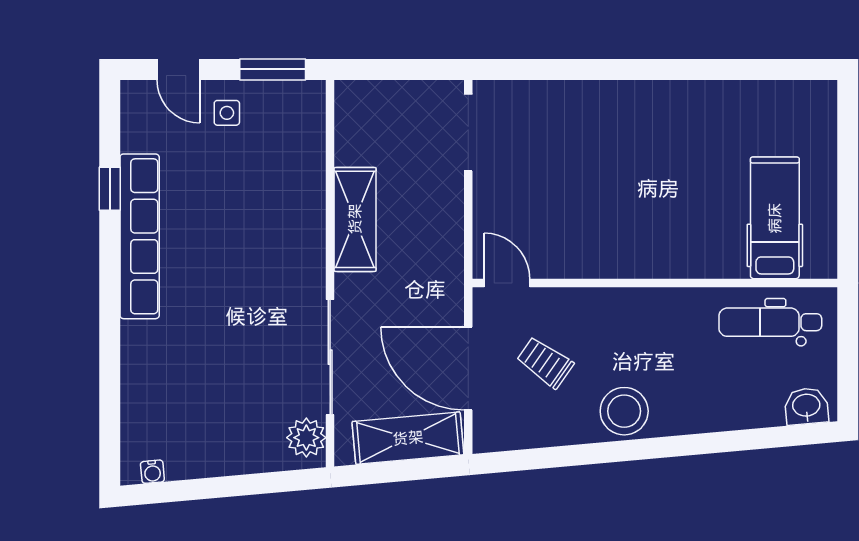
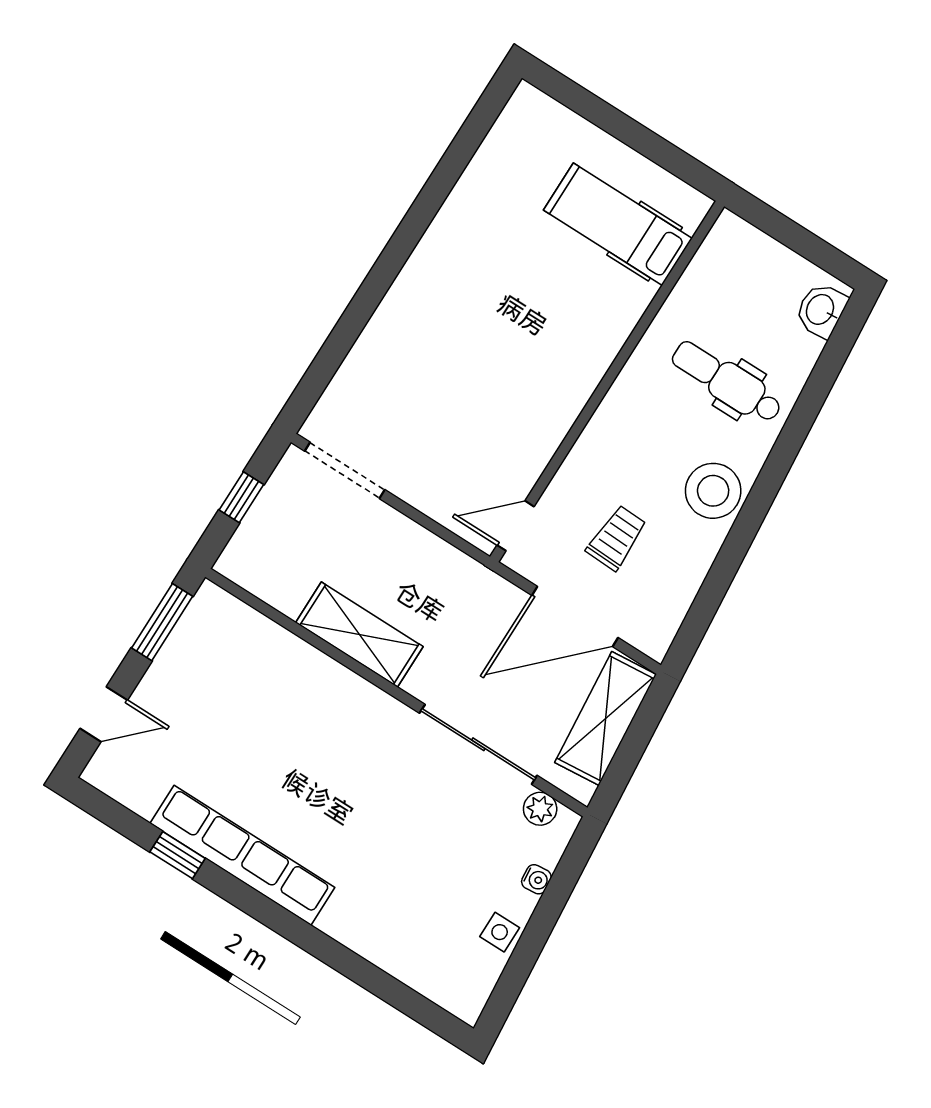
window: (401, 69) -> (241, 497), added
side table: (227, 113) -> (500, 932), moved
dental chair: (770, 322) -> (727, 382), moved, turned 90
trolley: (545, 362) -> (616, 538), turned 147
plant: (306, 438) -> (540, 809), width x0.73, depth x0.73
water cooler: (152, 472) -> (536, 879), moved

